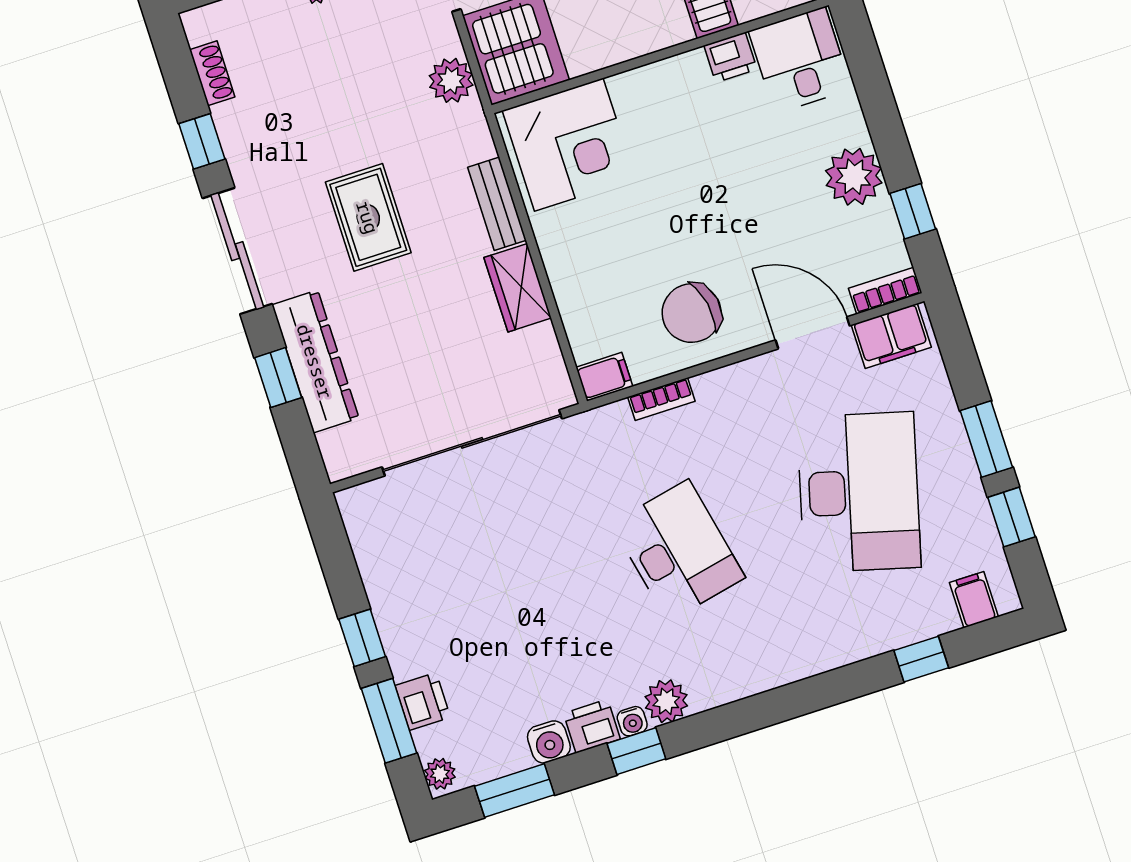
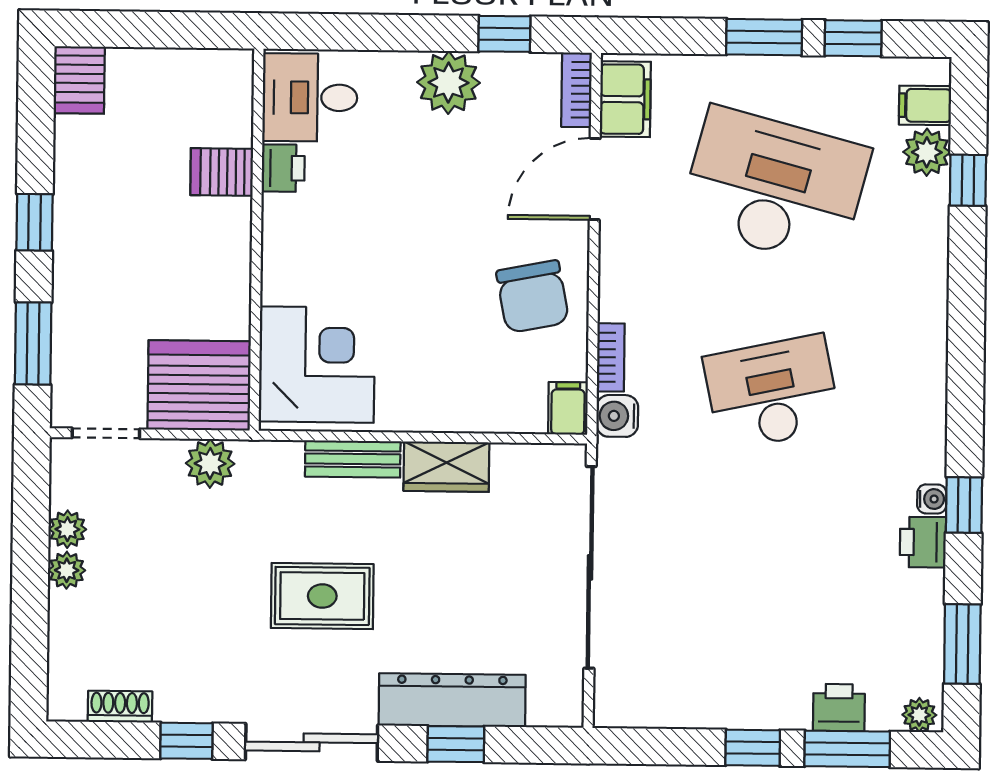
plant: (666, 701) -> (927, 152), moved
water cooler: (549, 742) -> (617, 416), moved, turned 180

